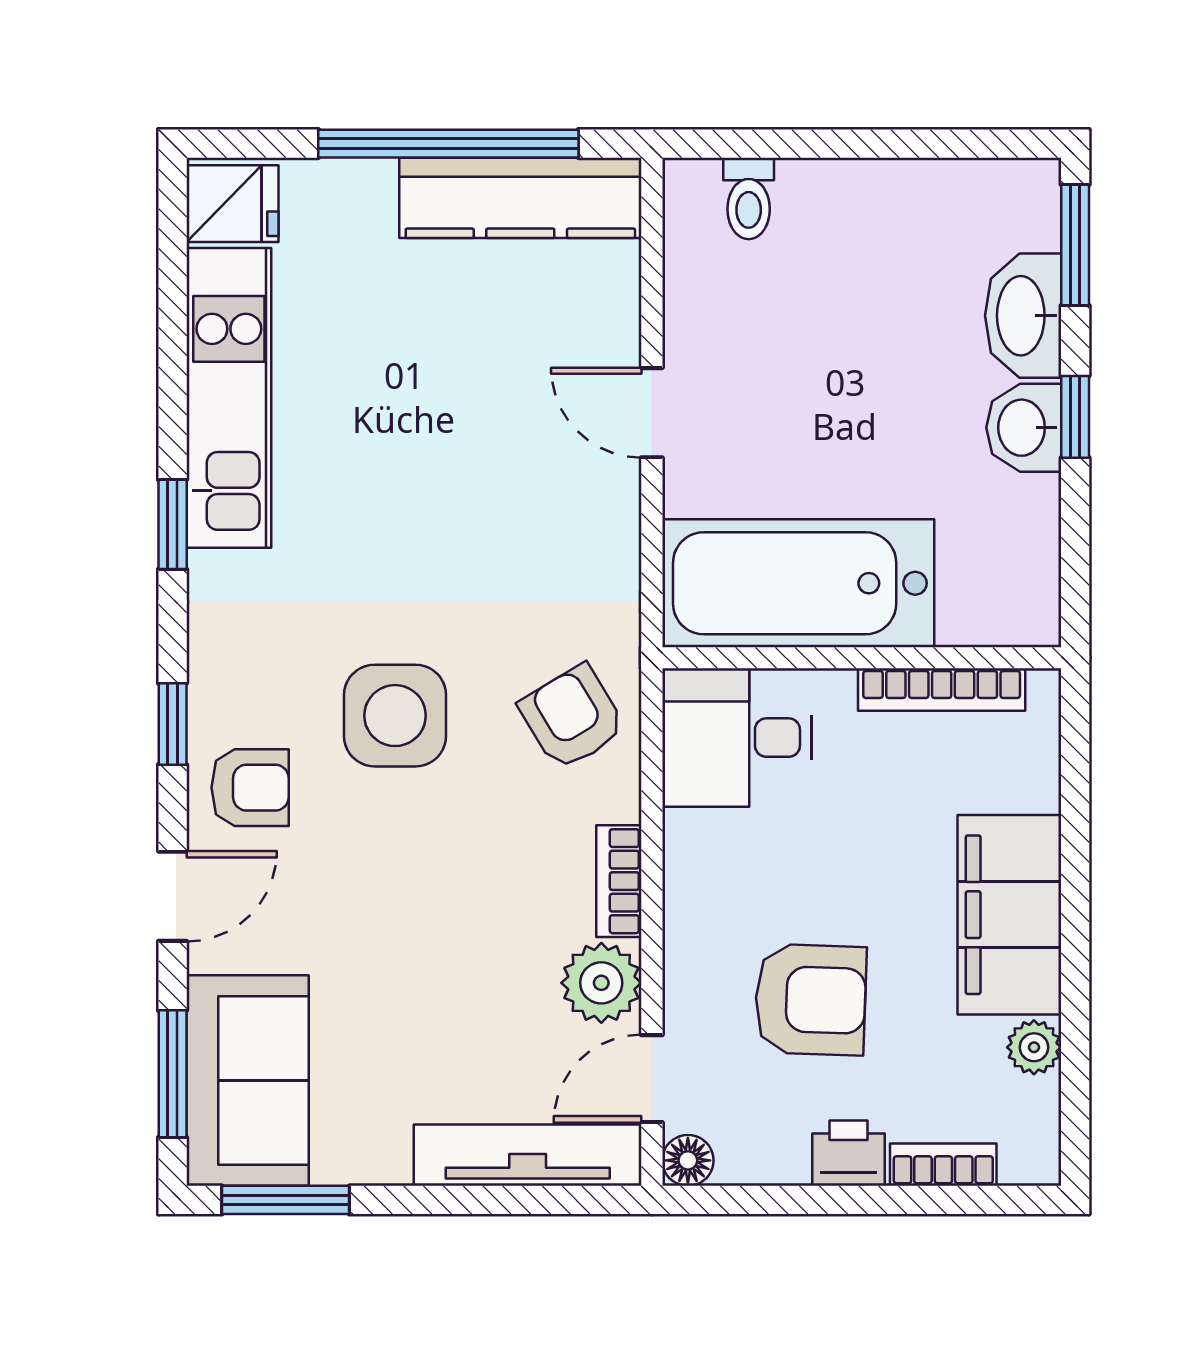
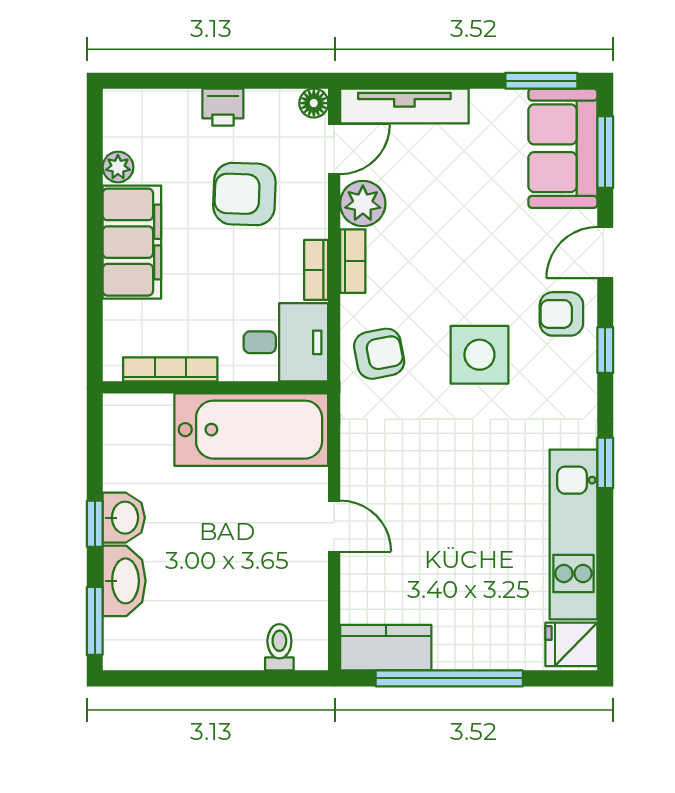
kitchen counter: (520, 198) -> (386, 648), width x0.67
armchair: (572, 717) -> (379, 354), turned -70
bookcase: (943, 1165) -> (316, 270), moved, turned 90

